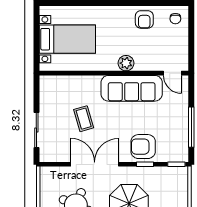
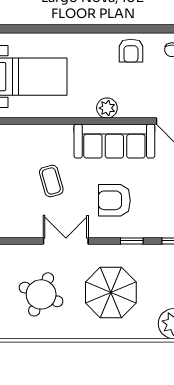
armchair: (143, 147) -> (114, 200), moved
double door: (95, 164) -> (66, 241), width x0.73

